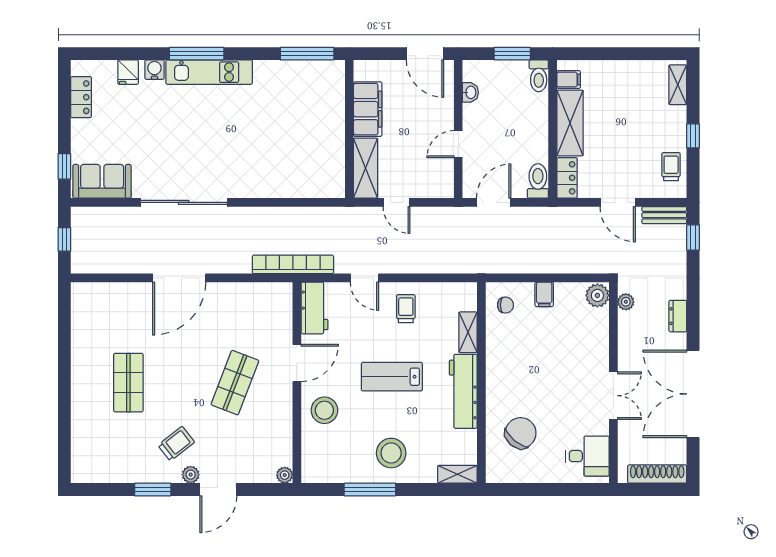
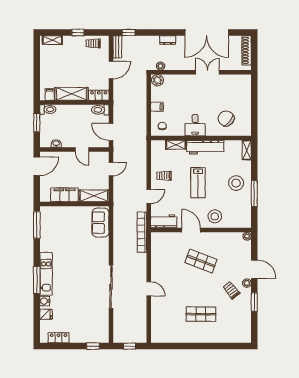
sofa: (102, 181) -> (101, 223), moved
door: (397, 202) -> (111, 169), moved
door: (179, 278) -> (149, 289), width x0.53
desk: (588, 456) -> (195, 125), moved, turned 180

